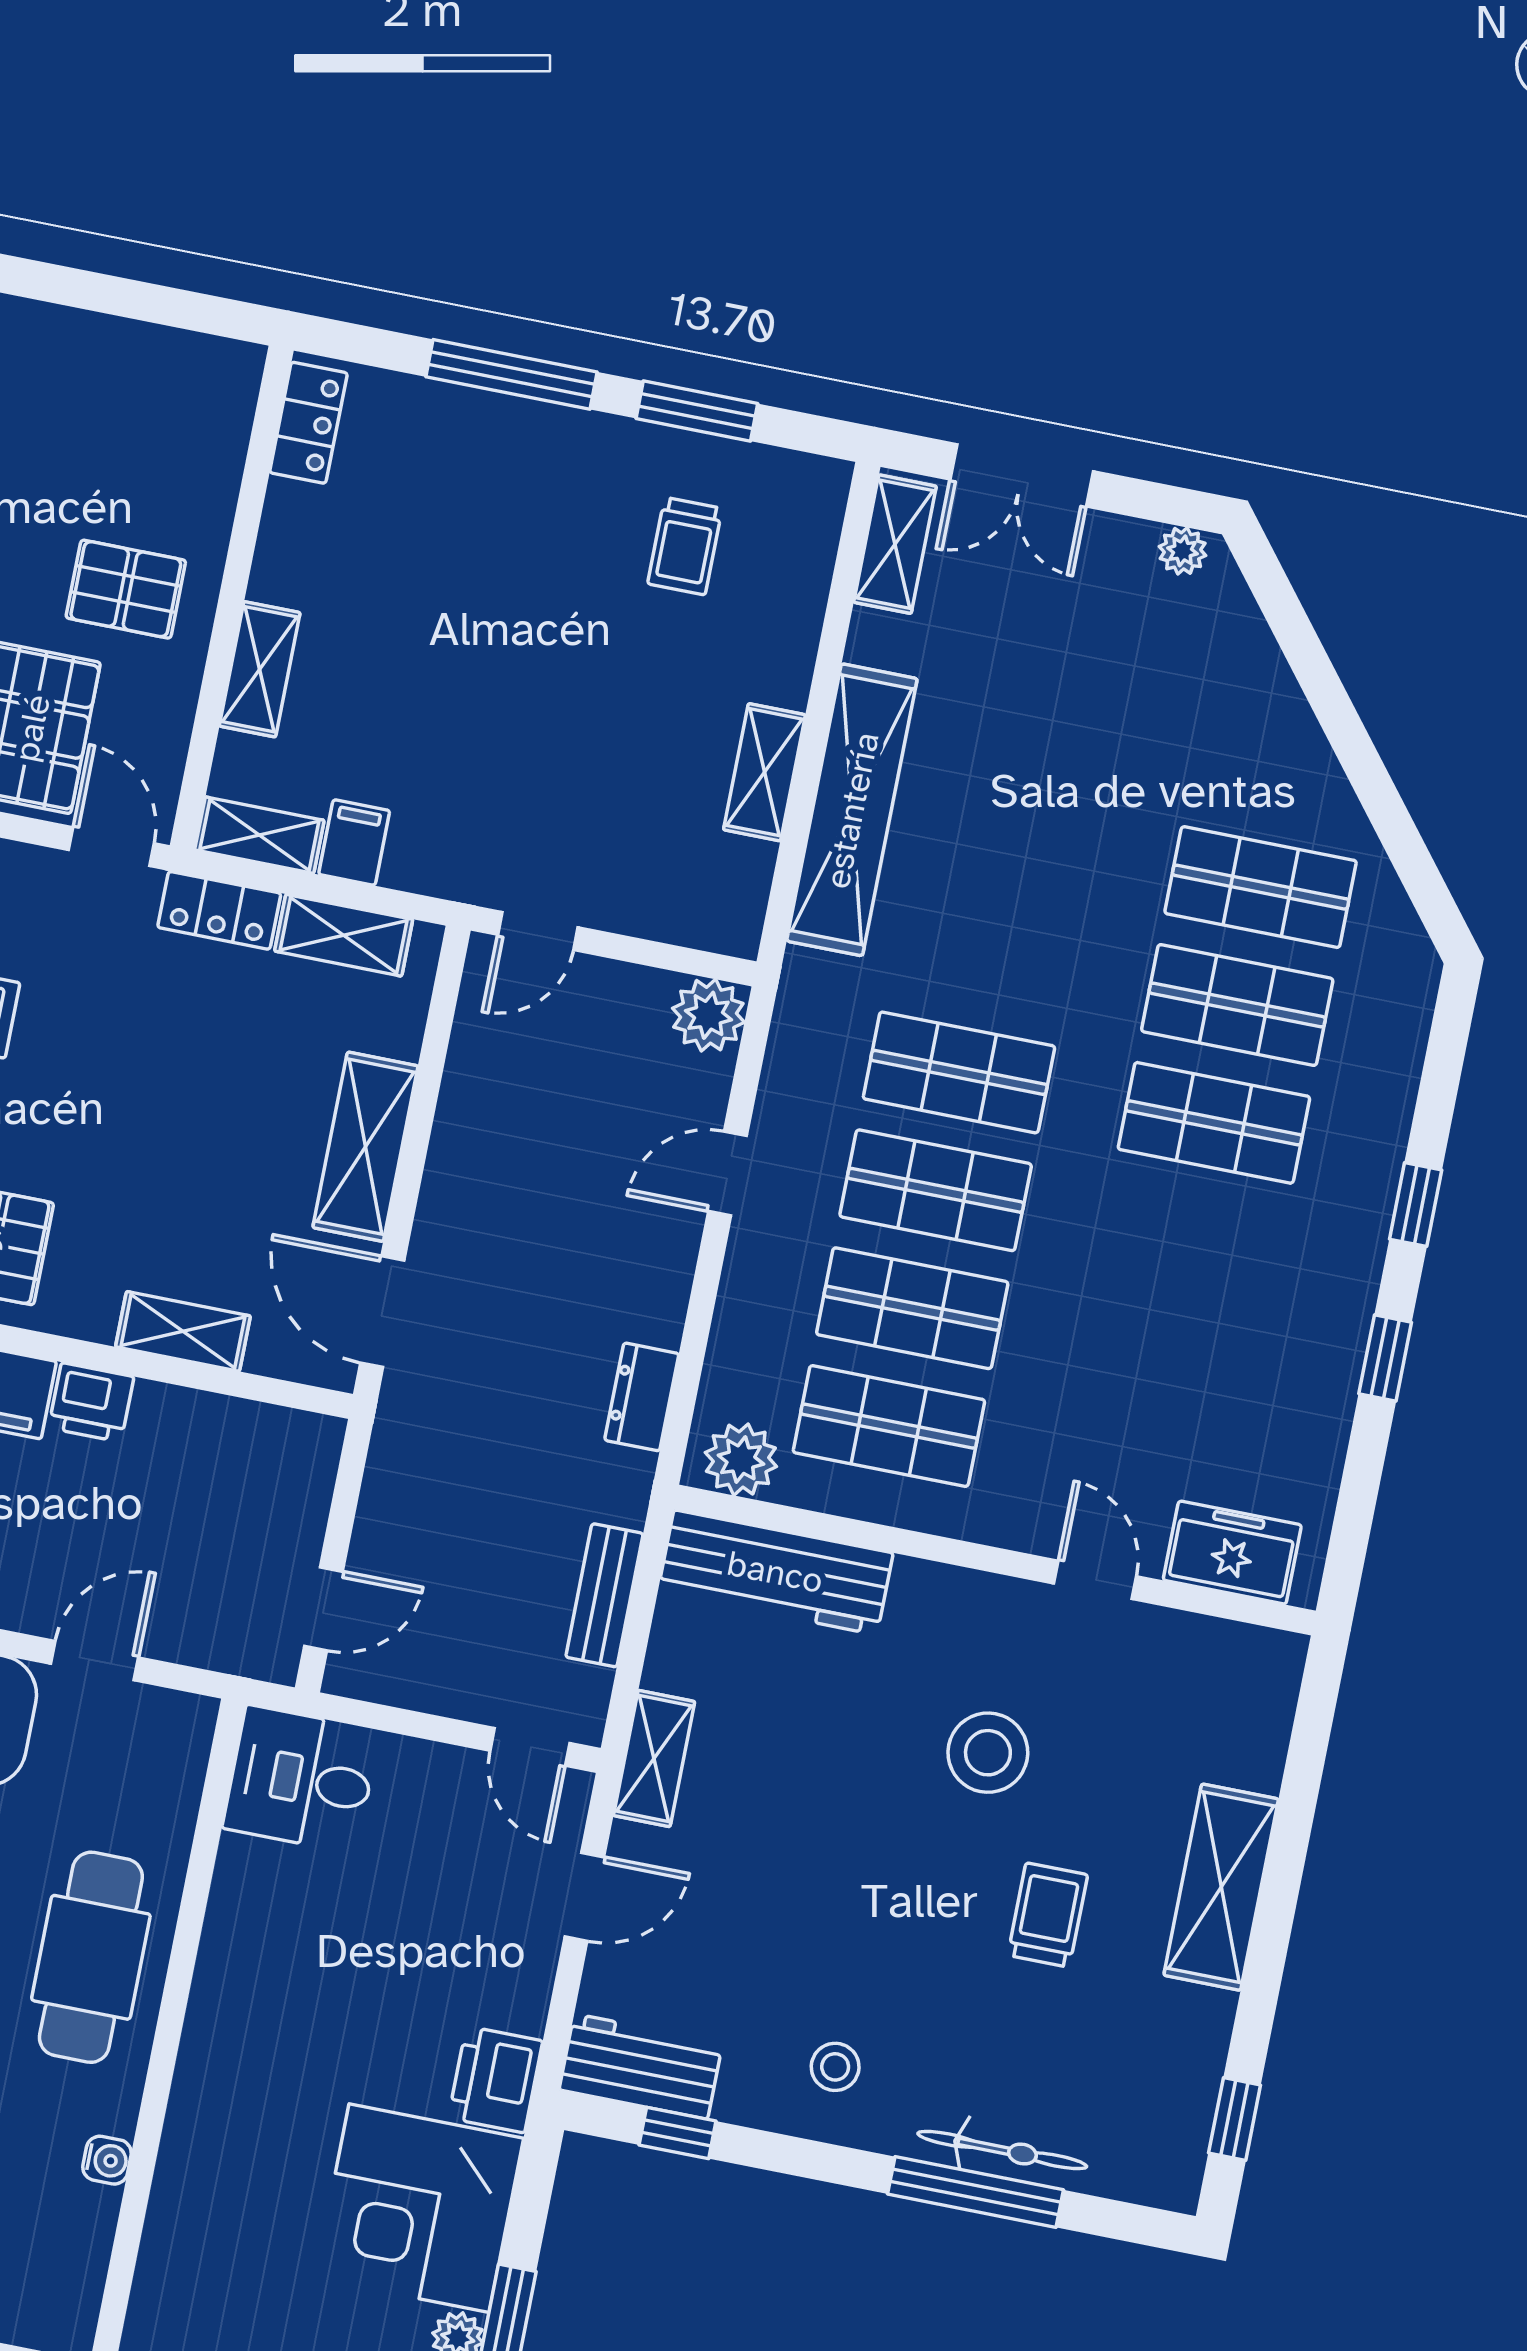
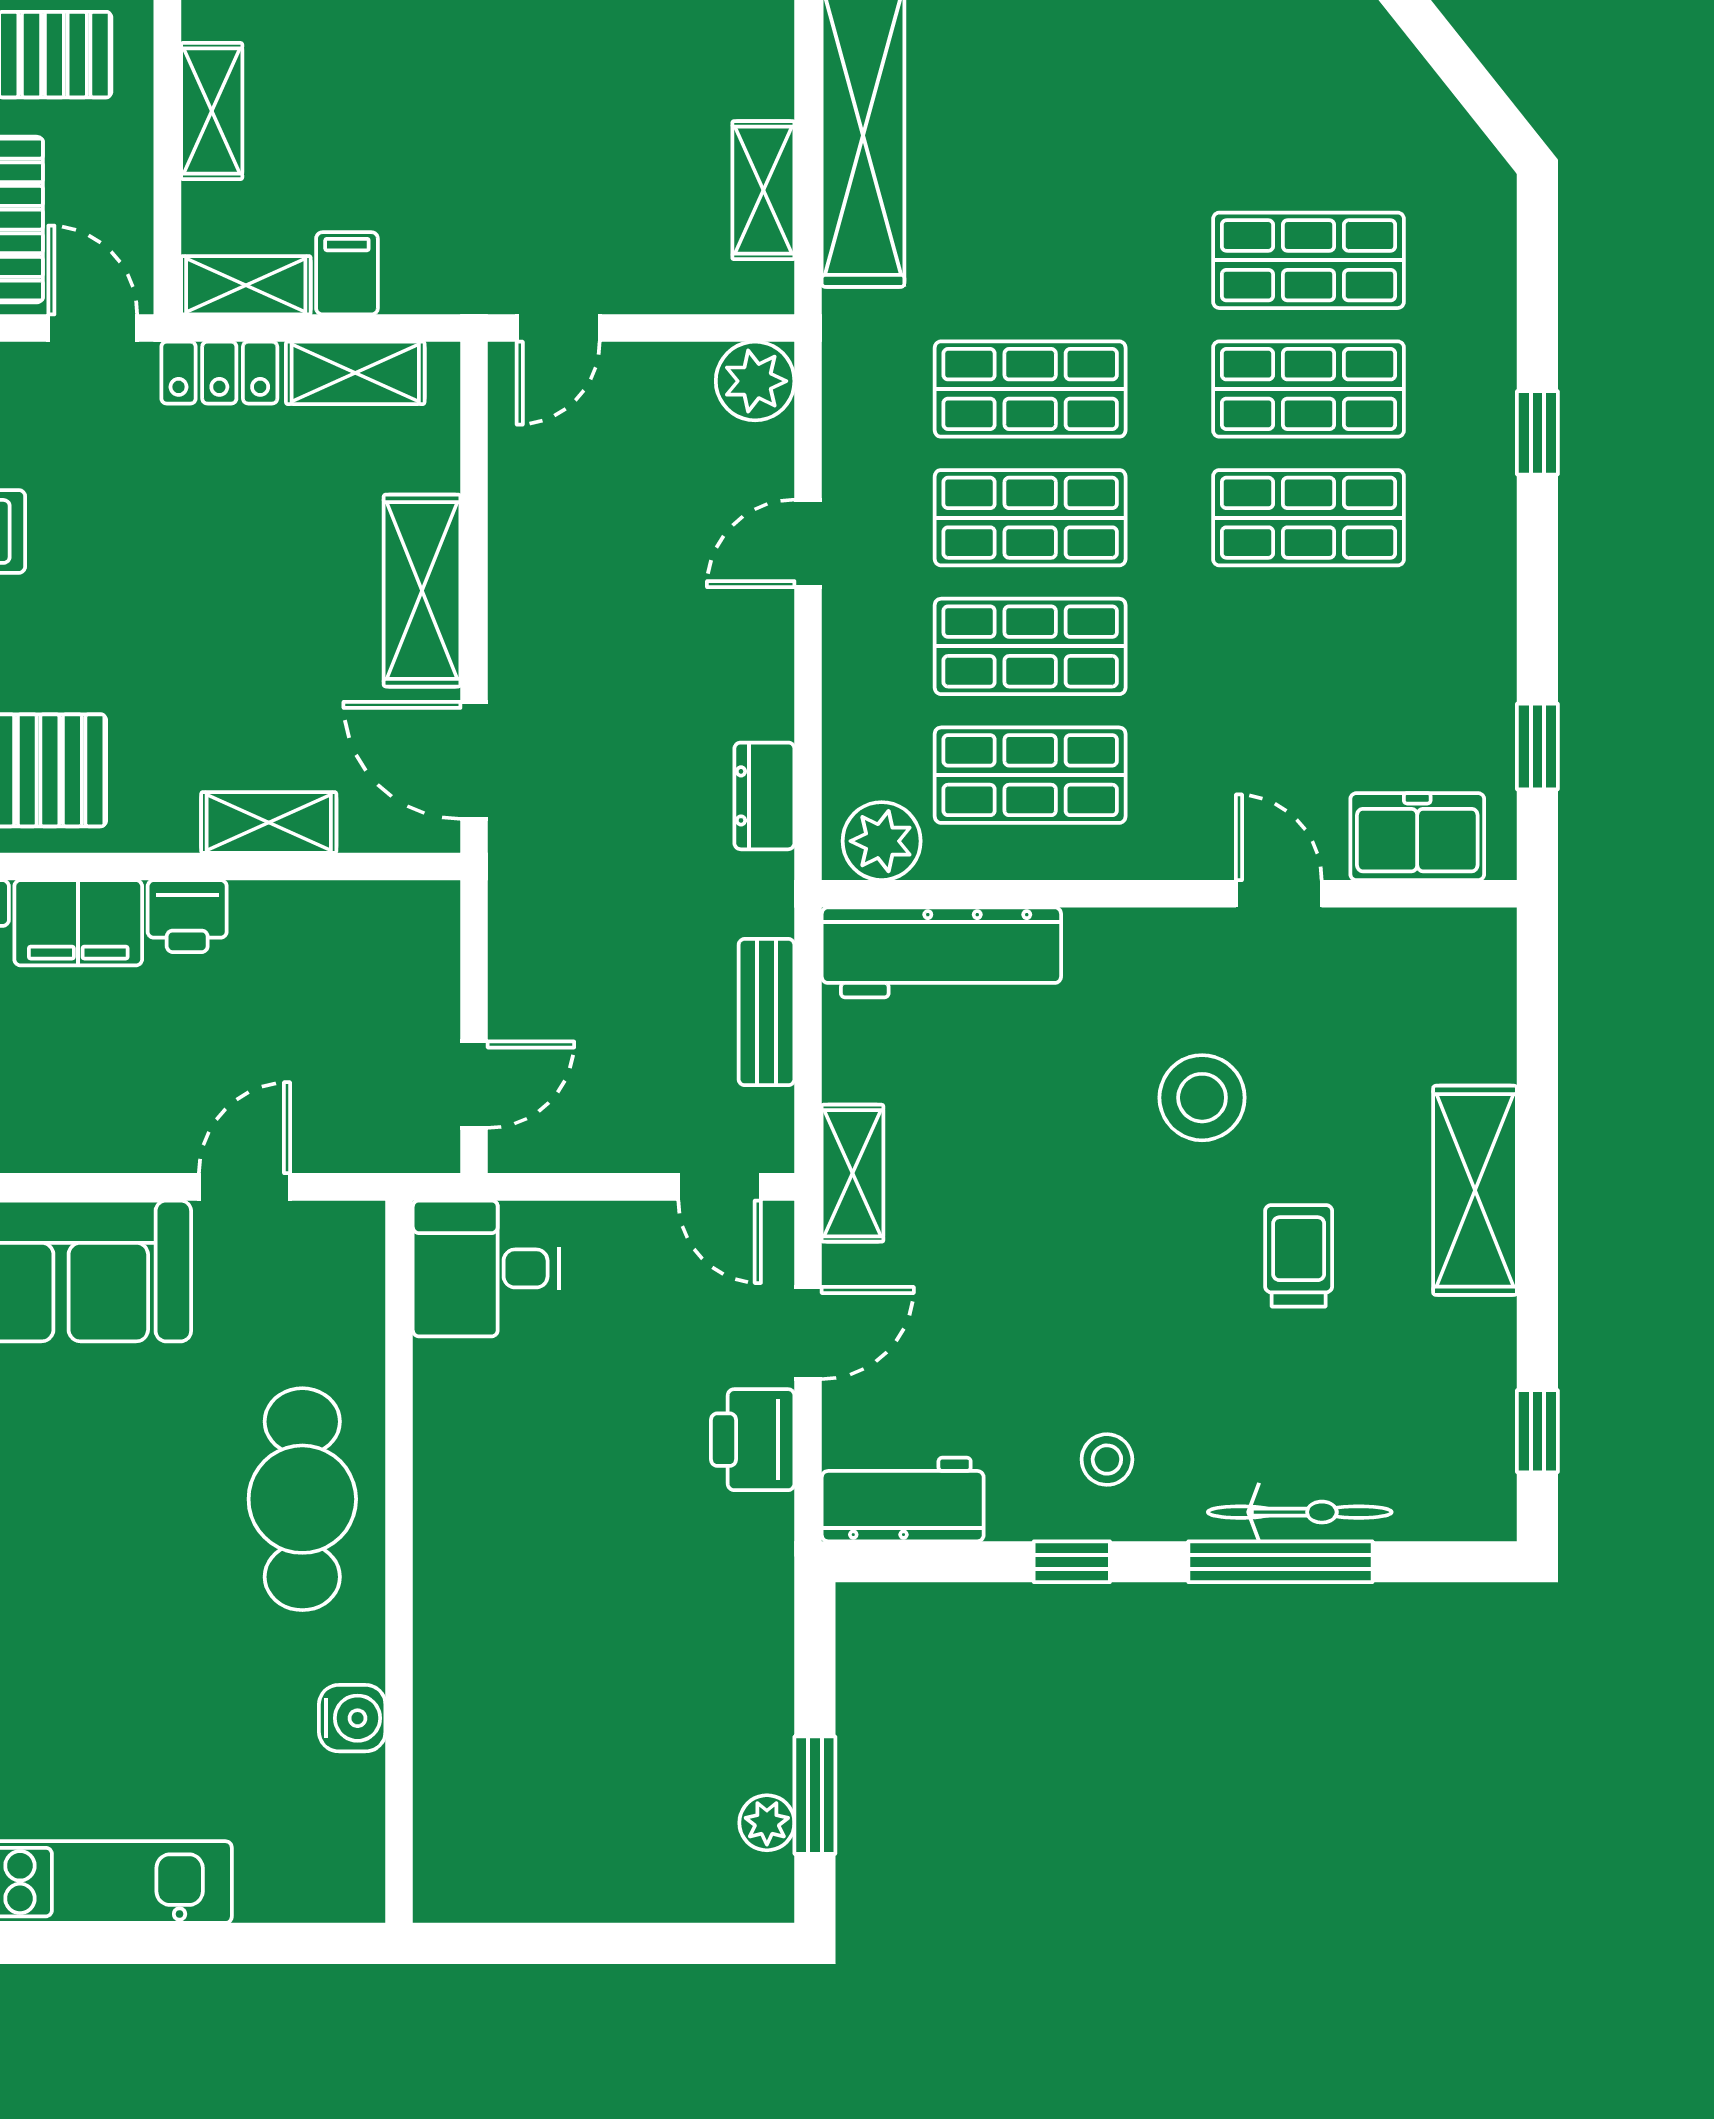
shelving: (764, 772) -> (763, 190), moved
shop shelf: (1261, 887) -> (1308, 518), moved
window: (1385, 1358) -> (1537, 747), moved
printer: (495, 2079) -> (753, 1440), moved
window: (678, 2133) -> (1072, 1562), moved
water cooler: (107, 2160) -> (352, 1718), width x1.38, depth x1.38
corner desk: (419, 2208) -> (699, 1695), removed

